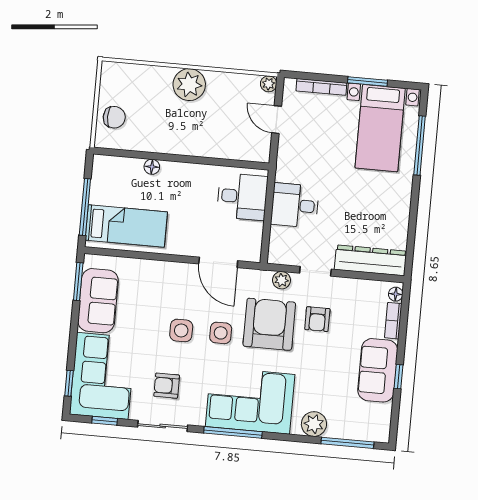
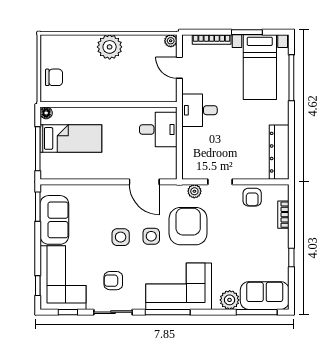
floor lamp: (152, 167) -> (46, 113), moved
desk: (295, 205) -> (199, 110), moved
bed: (126, 226) -> (71, 138), moved
dresser: (371, 260) -> (279, 152), moved, turned -90
floor lamp: (396, 294) -> (283, 194), removed
armchair: (317, 319) -> (252, 197), moved
sofa: (378, 370) -> (265, 296), moved, turned 90

